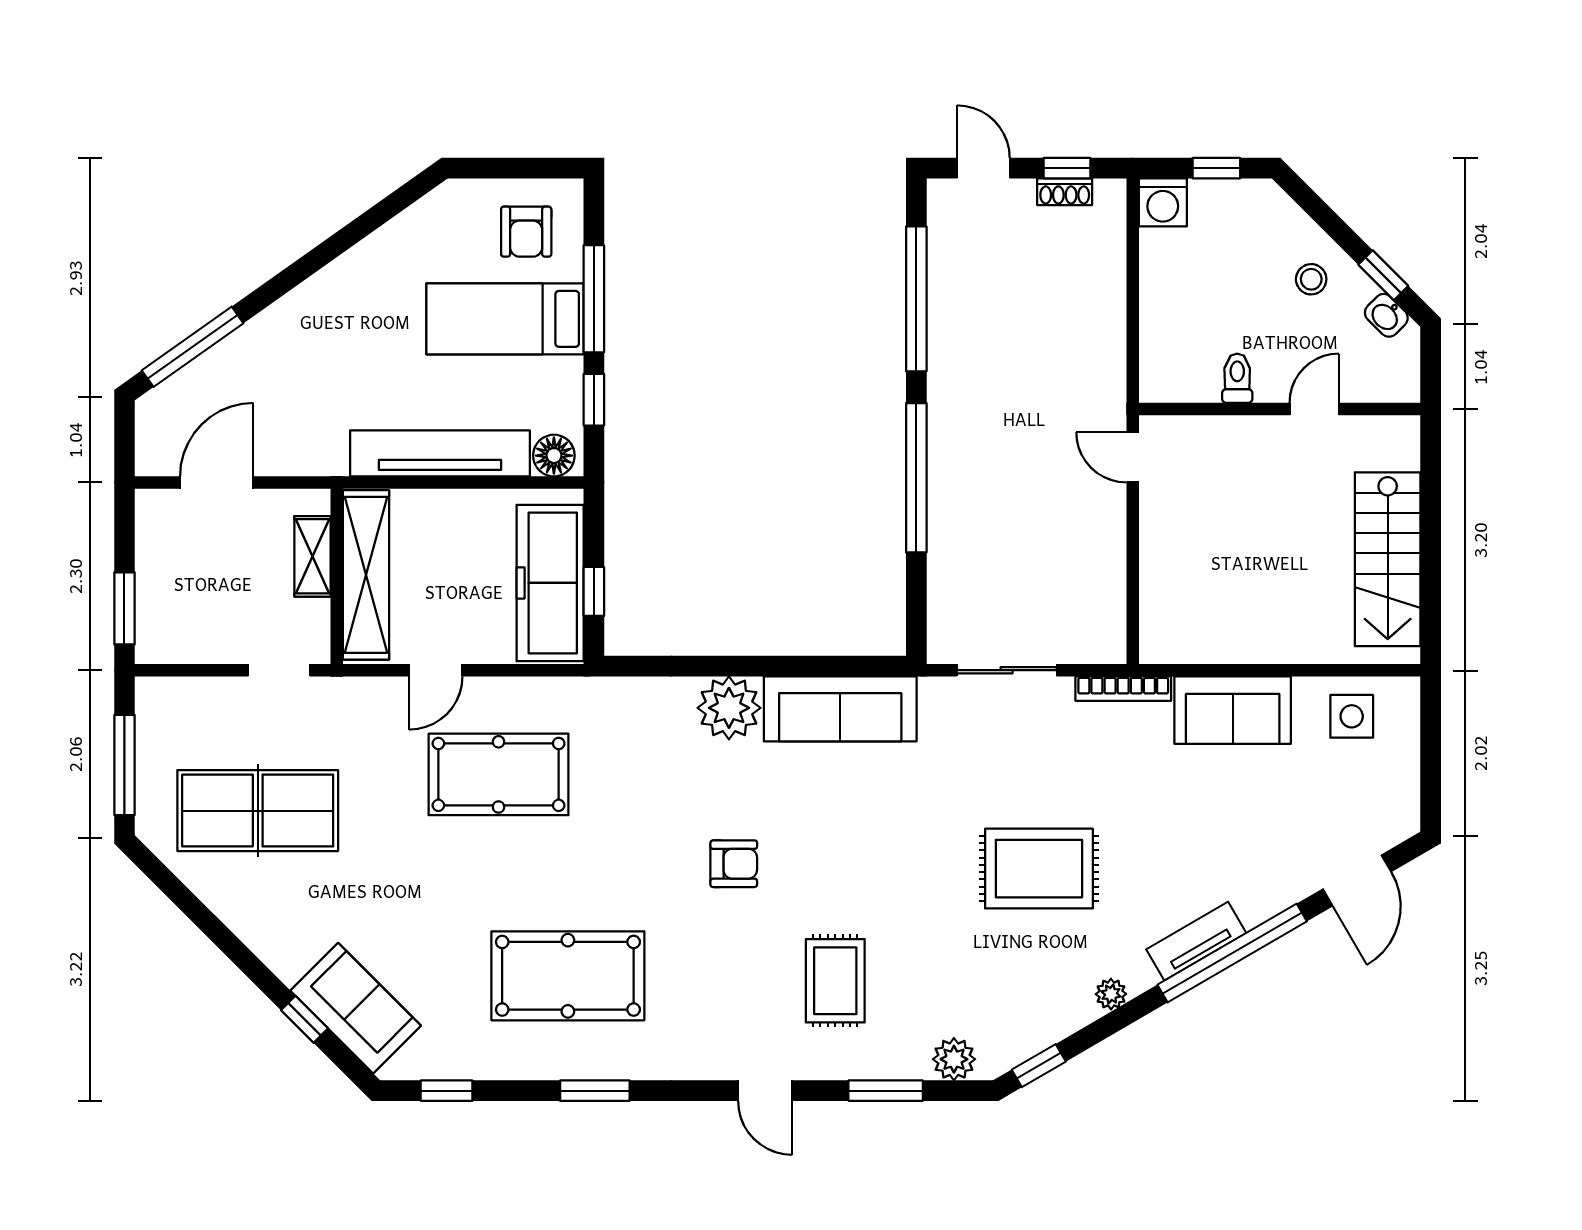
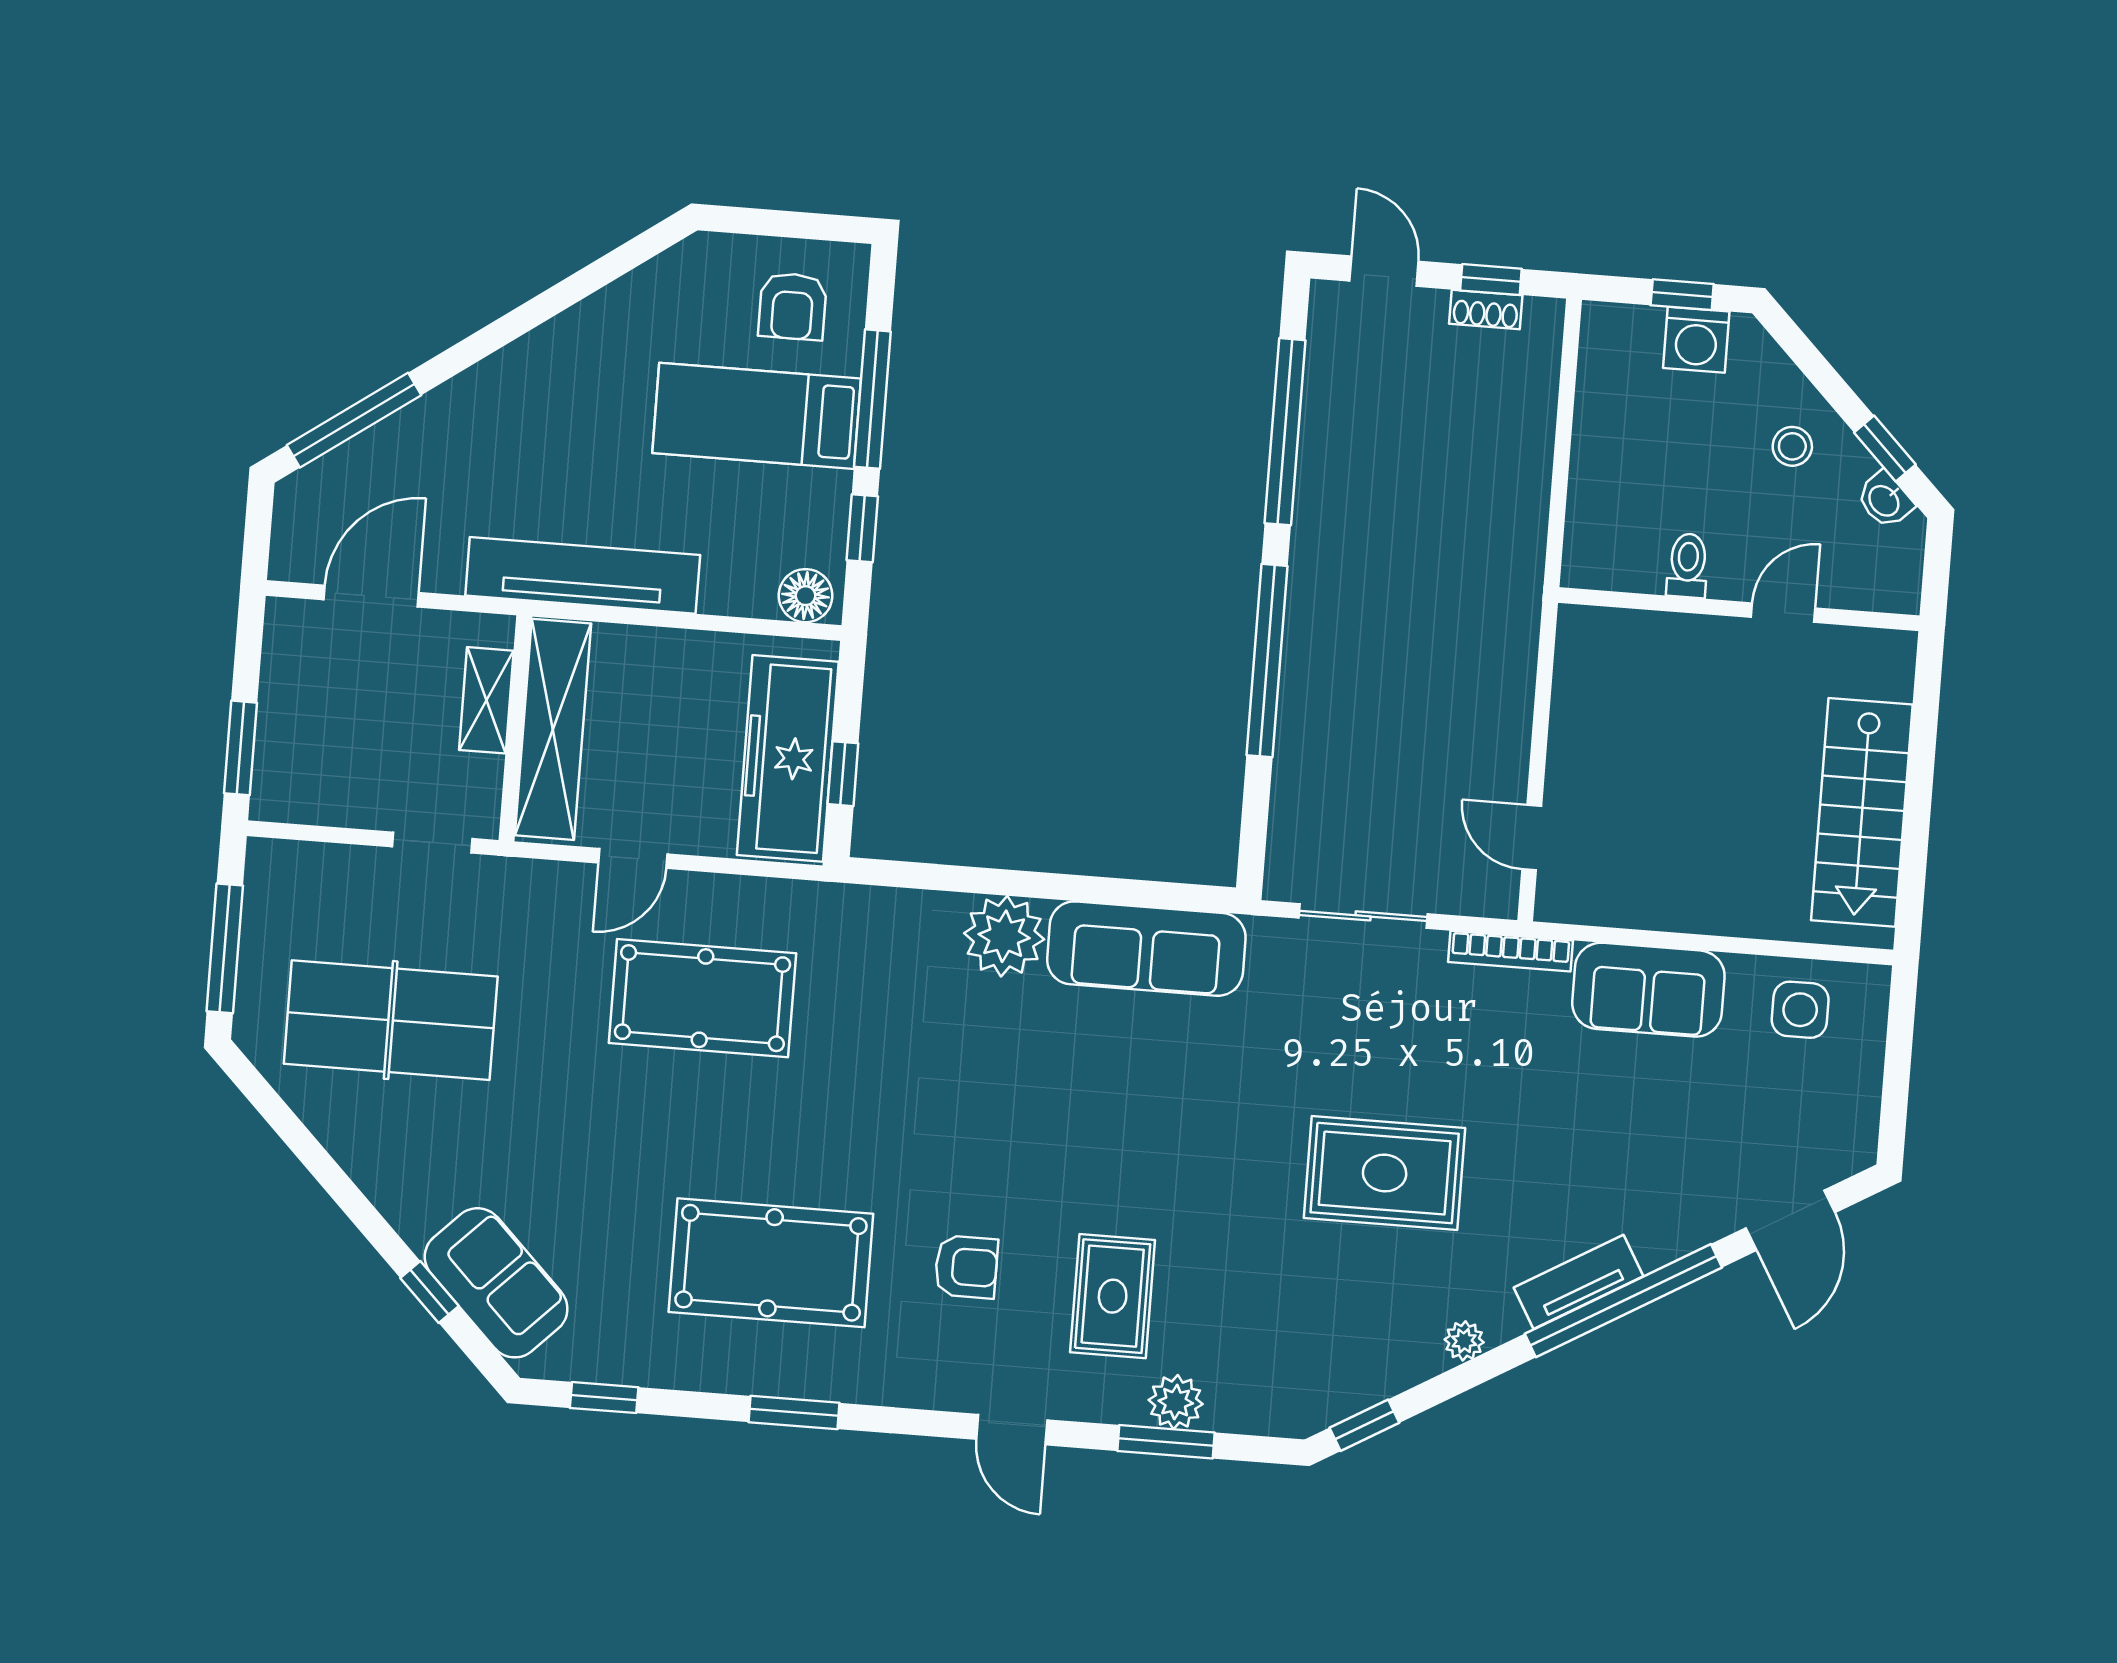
washing machine: (1163, 202) -> (1696, 340), moved
tv unit: (440, 453) -> (583, 575), moved
door: (1133, 457) -> (1532, 838), moved
armchair: (734, 864) -> (966, 1267), moved
plant: (954, 1059) -> (1176, 1402), moved

